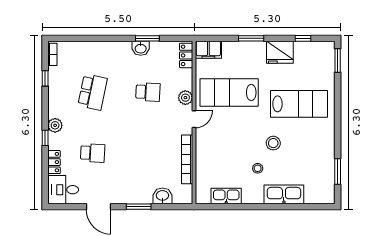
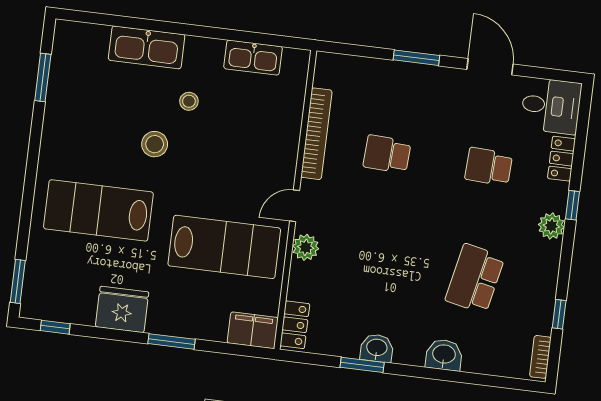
window: (303, 38) -> (55, 327), moved
school desk: (148, 92) -> (387, 154), moved
washbasin: (162, 196) -> (444, 355), moved, turned 180

